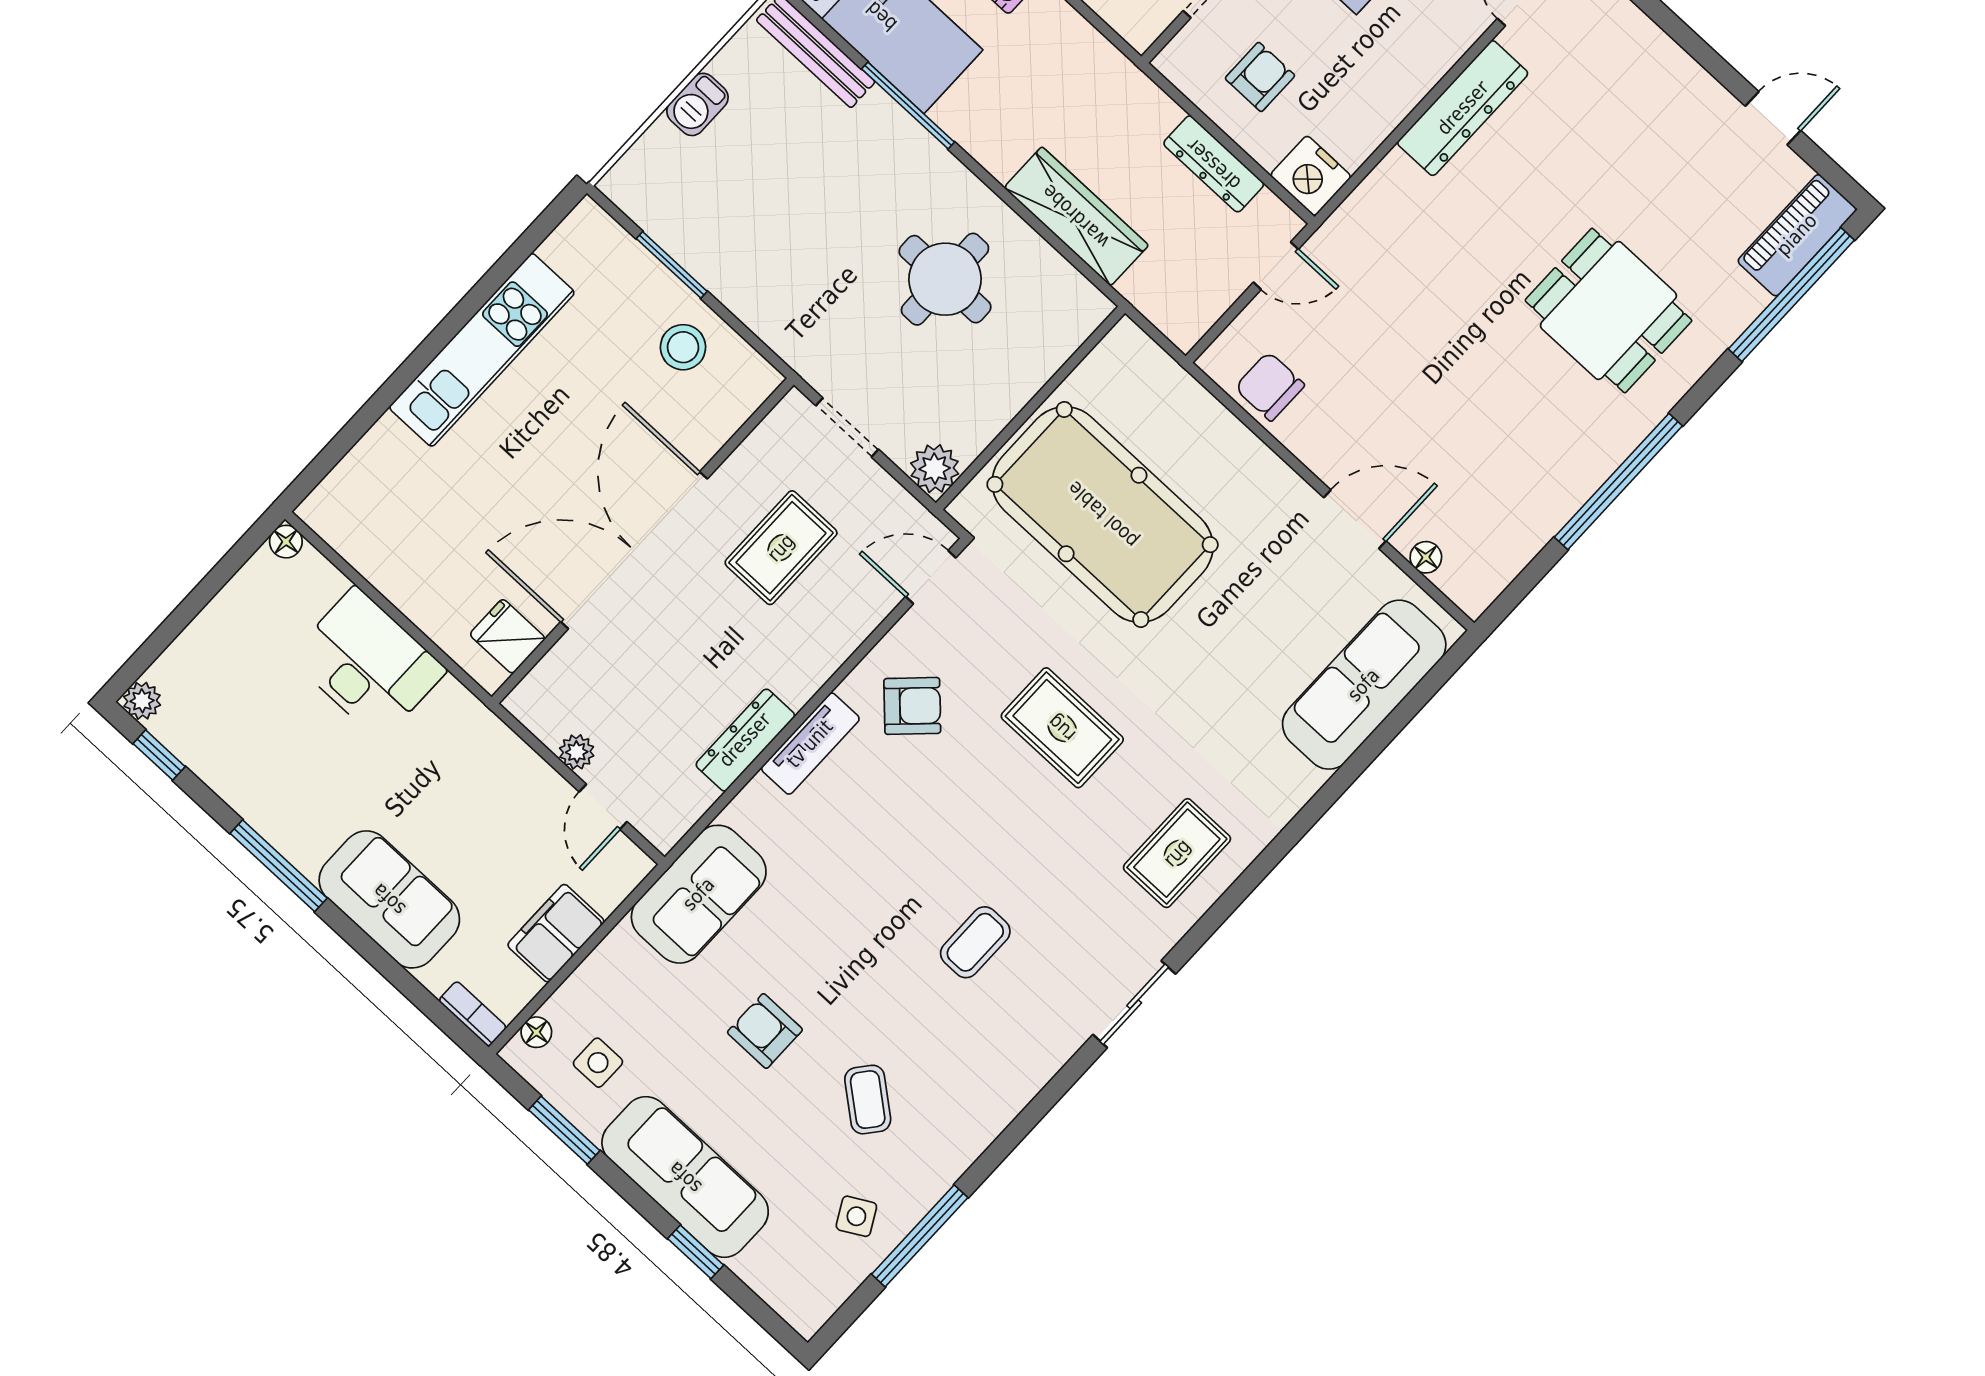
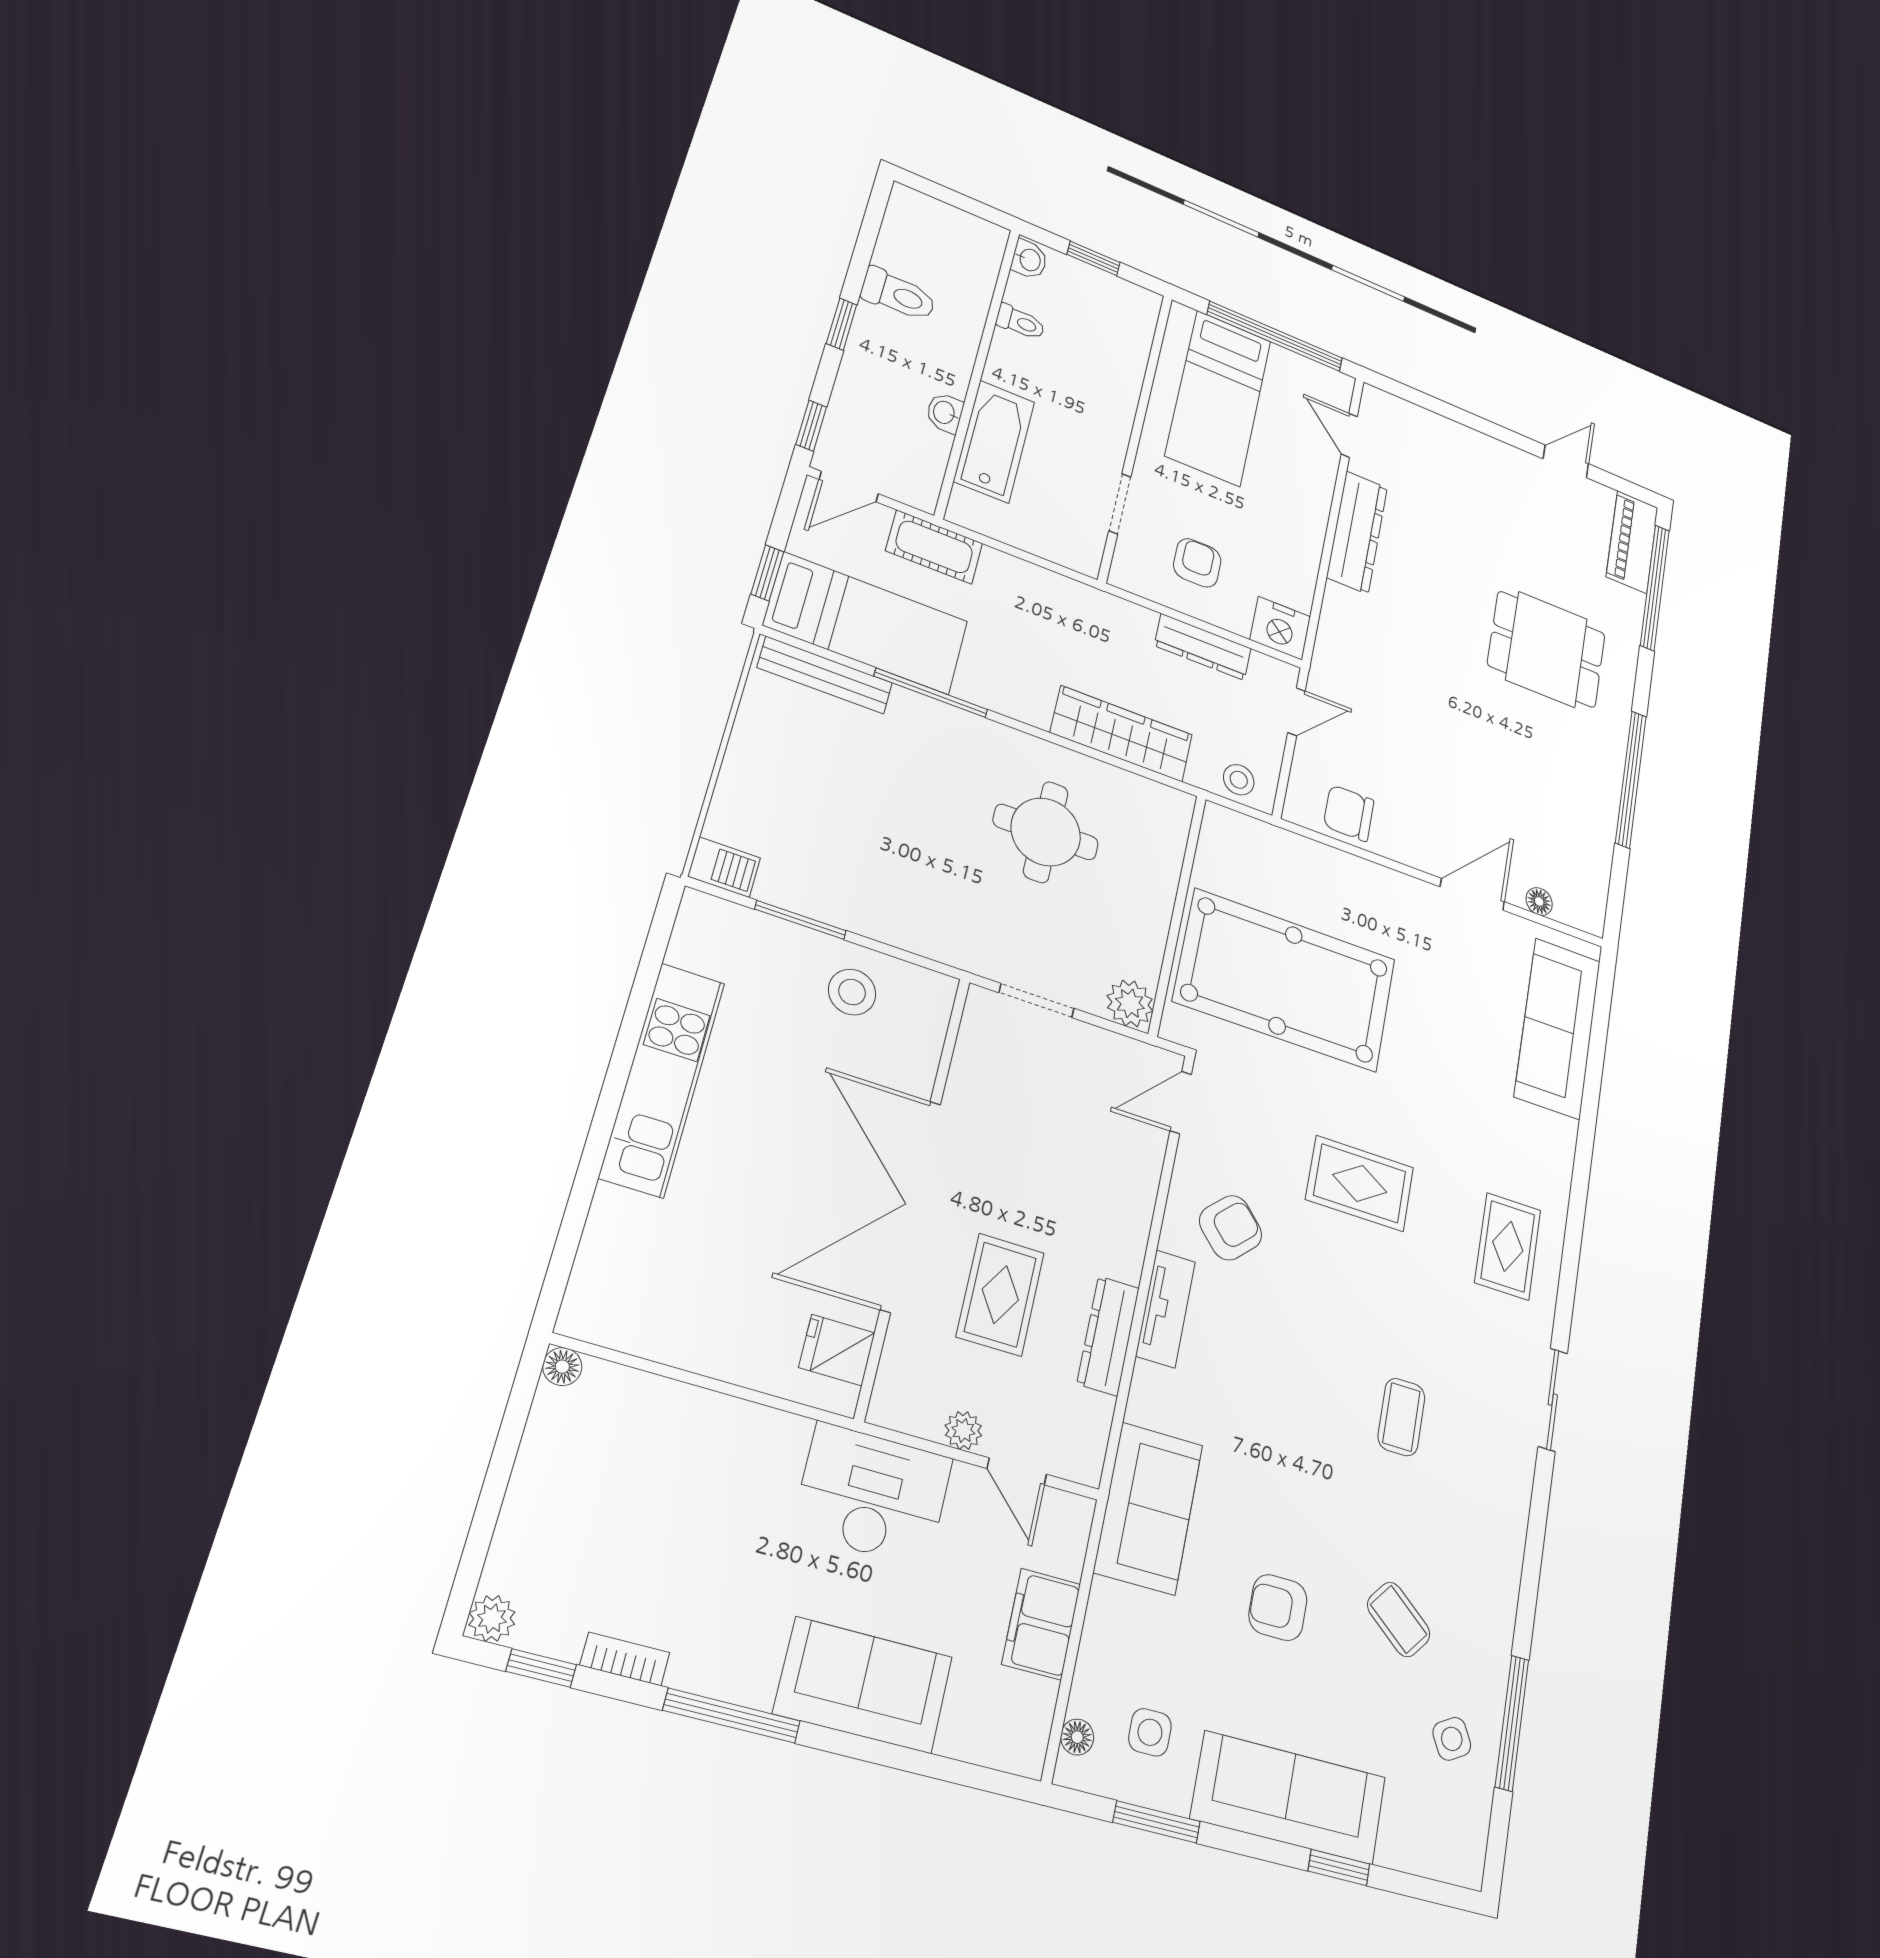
barbecue: (697, 104) -> (724, 867), moved, turned -90
stool: (1172, 308) -> (1239, 780), added
rug: (781, 548) -> (1000, 1295), moved
desk: (368, 664) -> (873, 1495), moved
bookcase: (473, 1014) -> (625, 1659), moved

